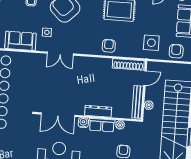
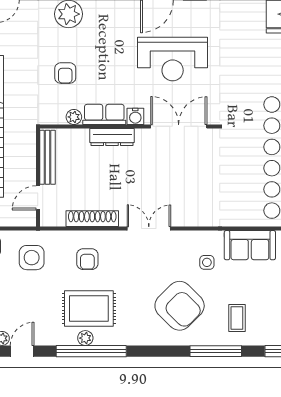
armchair: (109, 46) -> (87, 259), moved
double door: (60, 54) -> (149, 229), moved
shoe rack: (128, 64) -> (92, 219), moved
plant: (149, 105) -> (28, 153), removed

